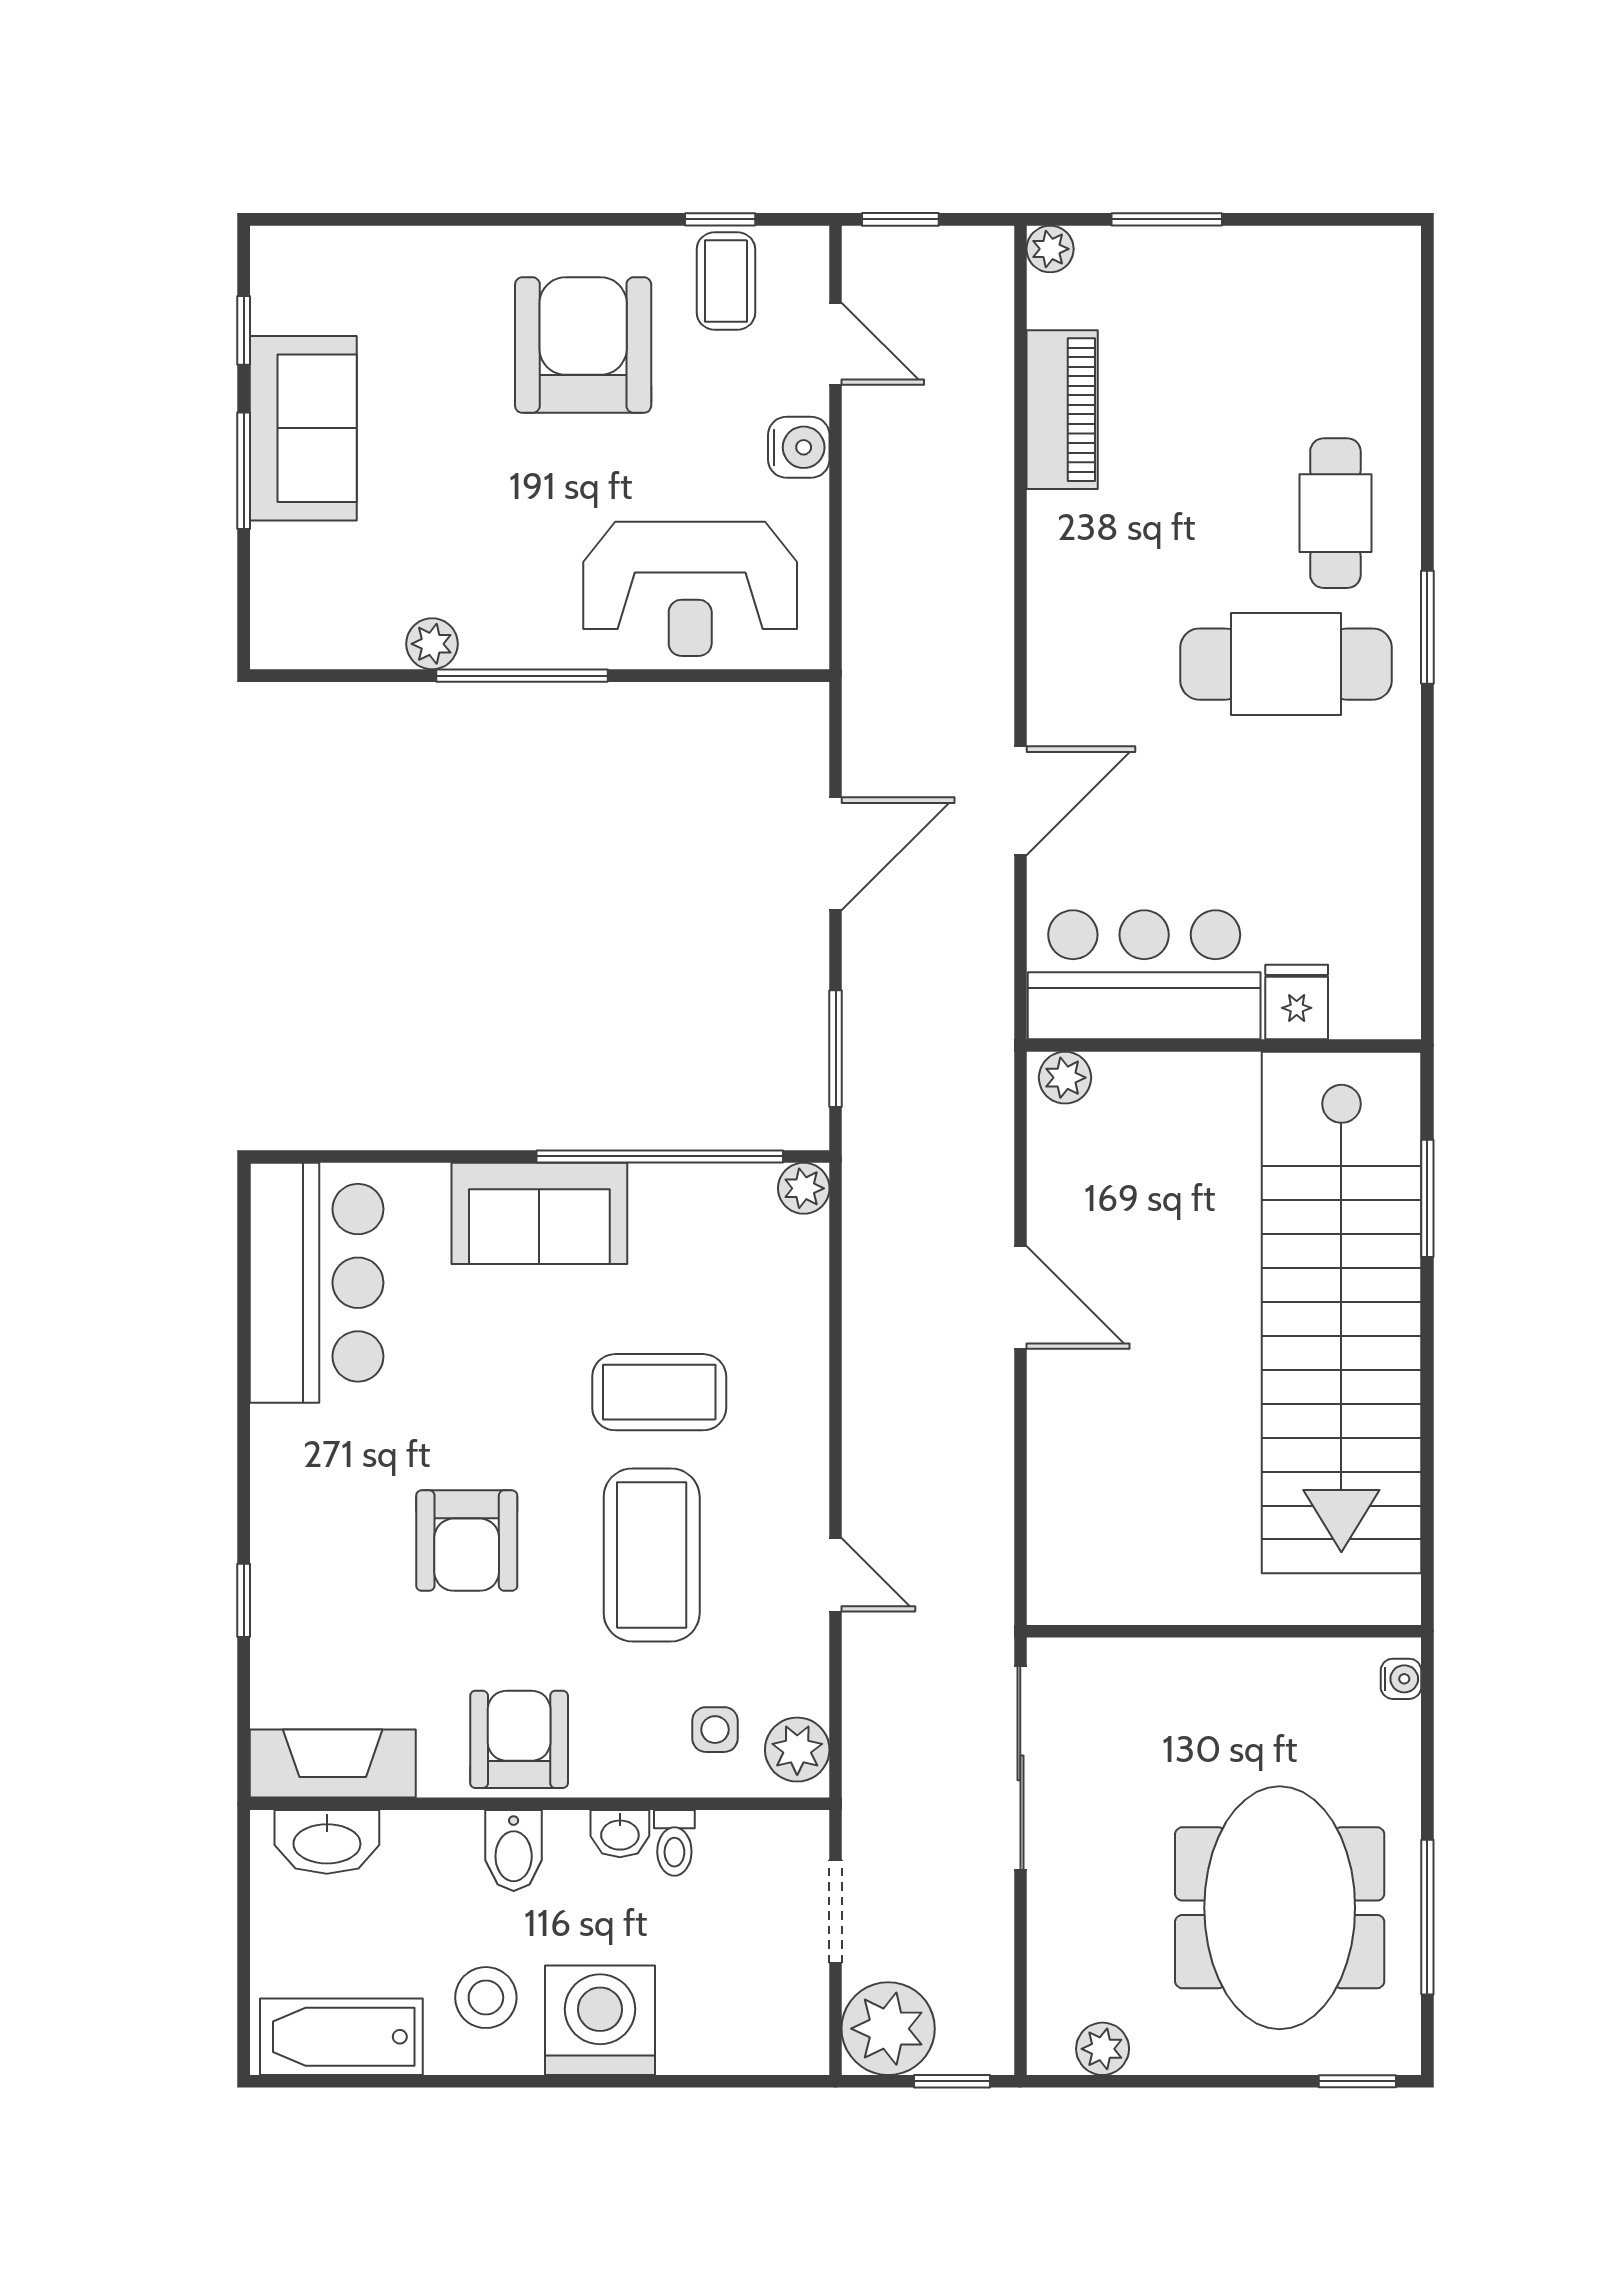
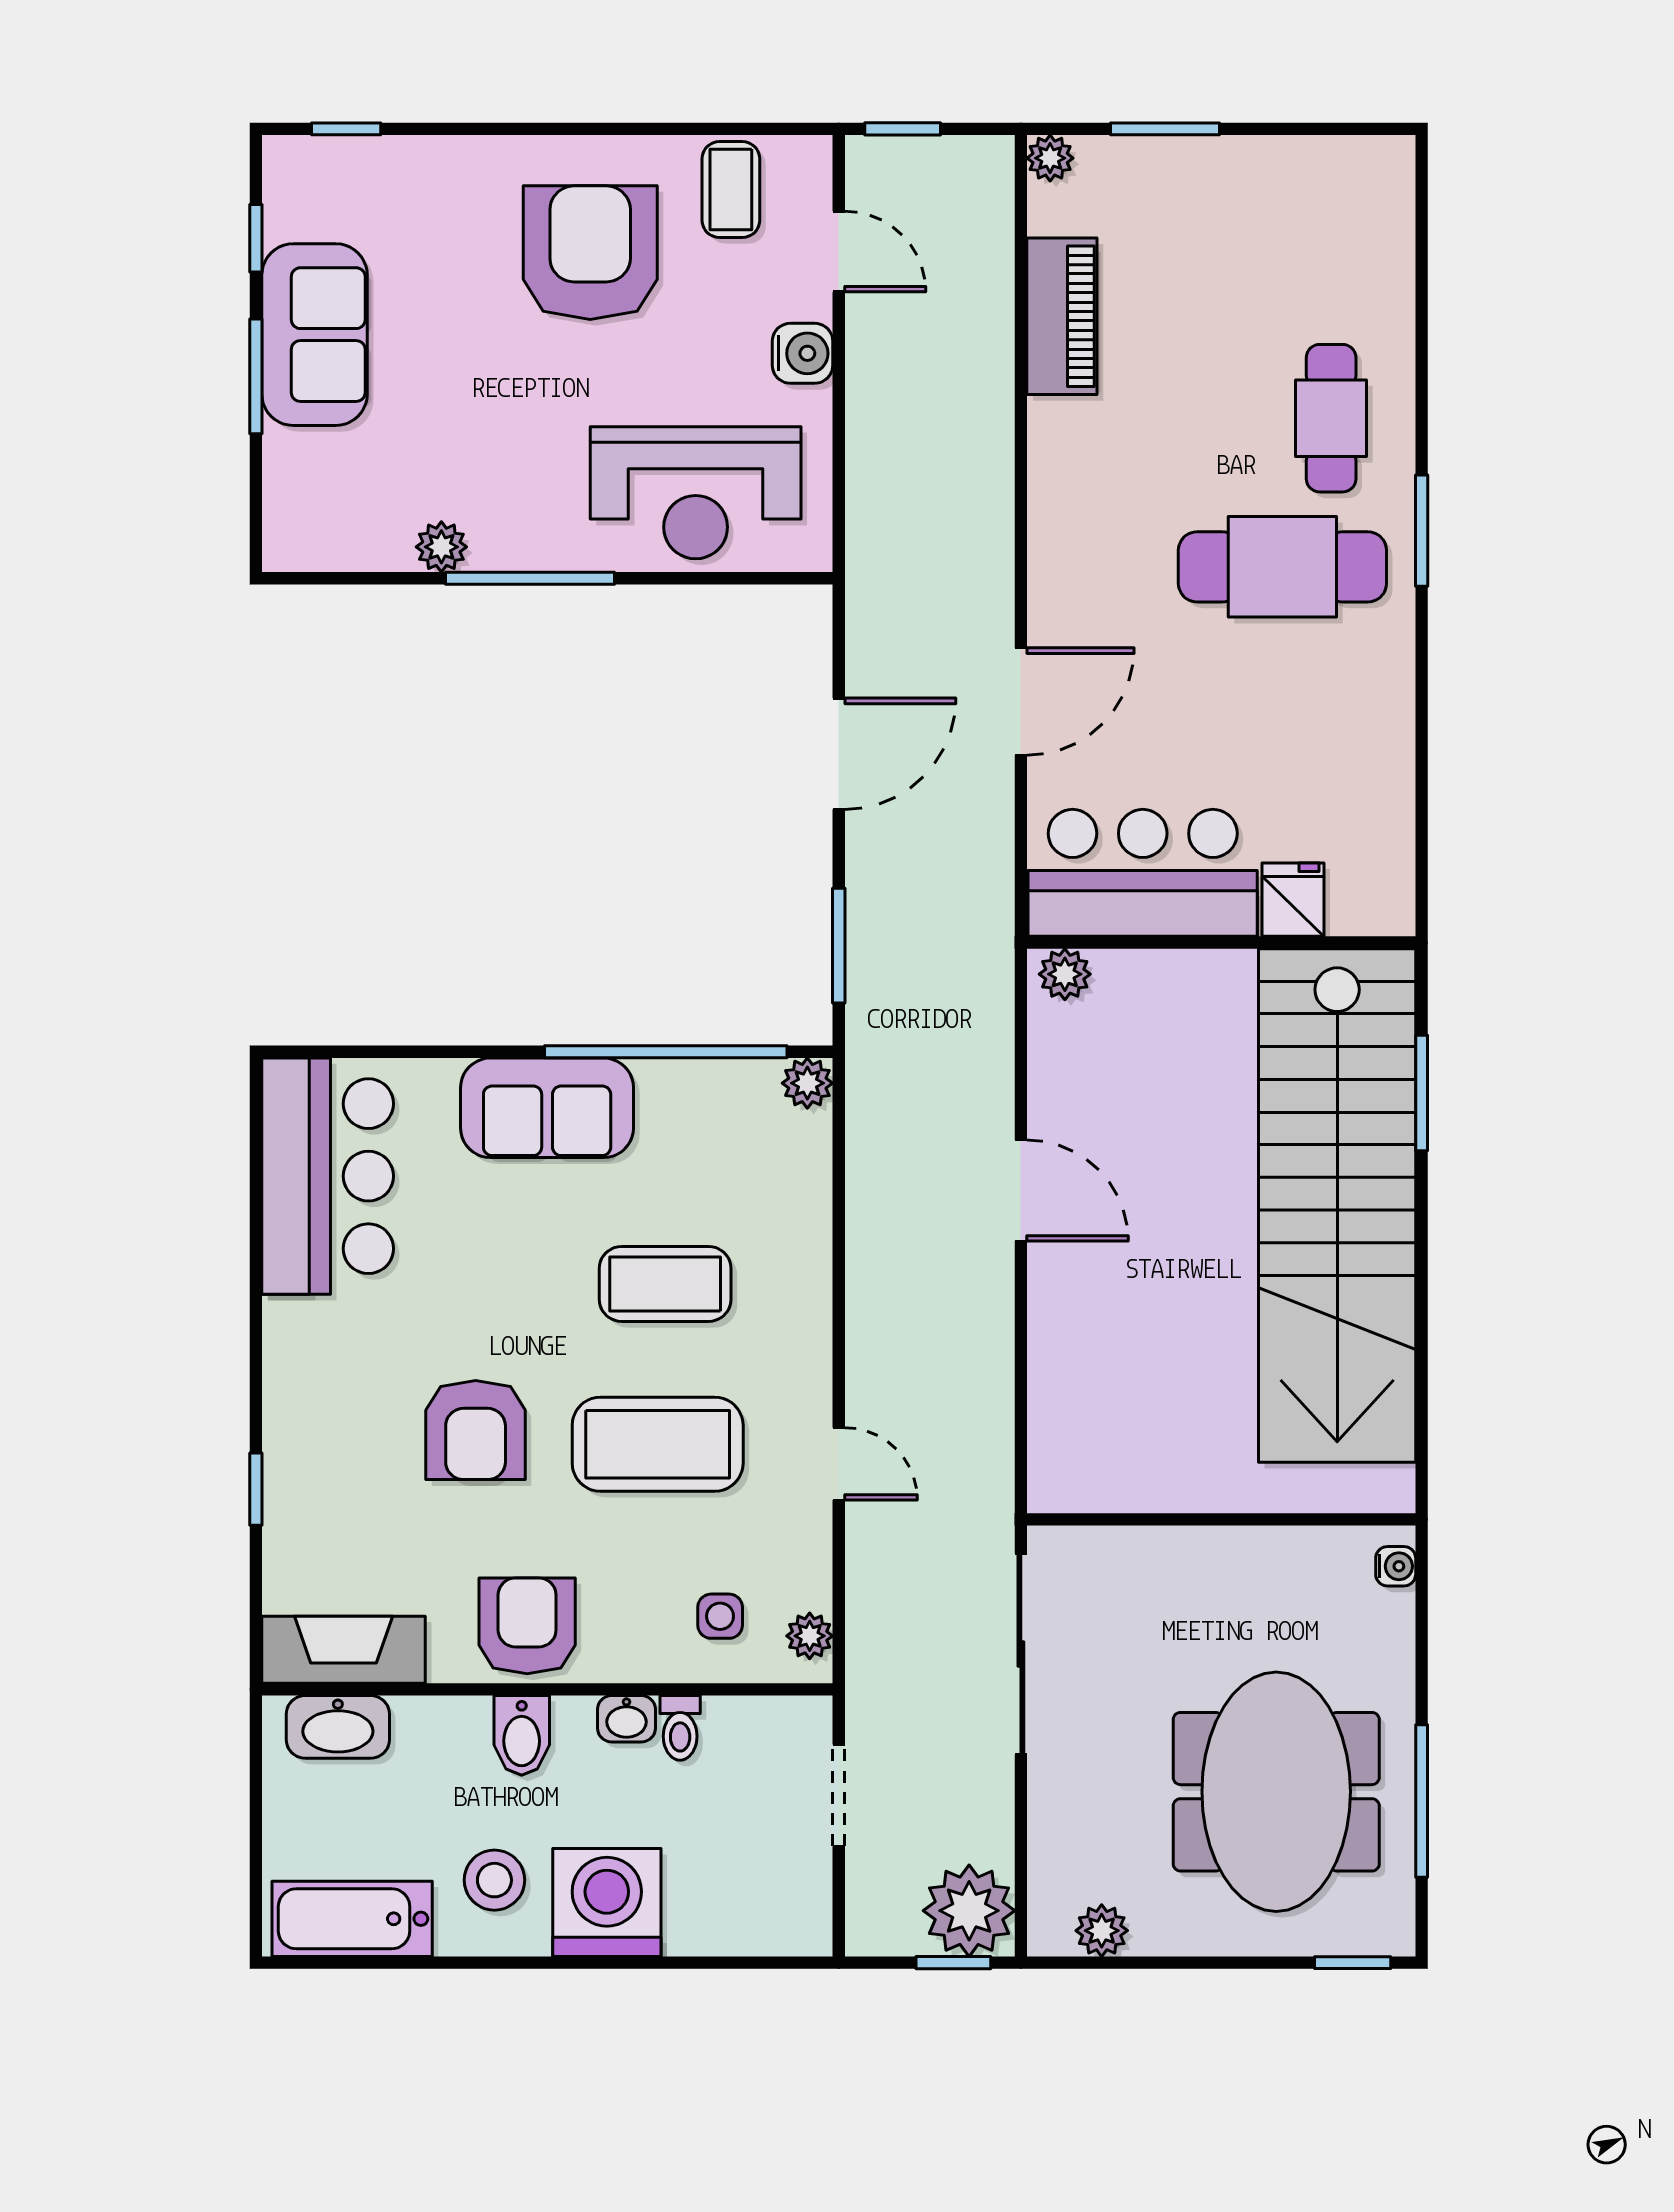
window: (720, 219) -> (346, 129), moved
coffee table: (652, 1555) -> (658, 1444), turned 90
plant: (797, 1750) -> (810, 1636), width x0.73, depth x0.73
plant: (888, 2029) -> (969, 1911), moved

